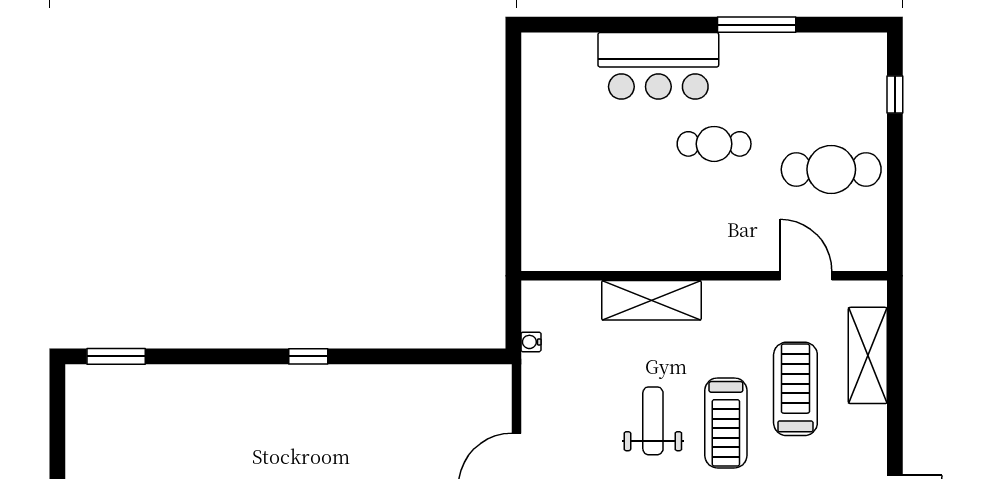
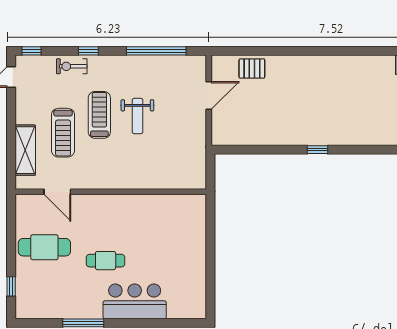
shelving: (651, 300) -> (138, 179), removed
water cooler: (531, 342) -> (201, 157), removed

